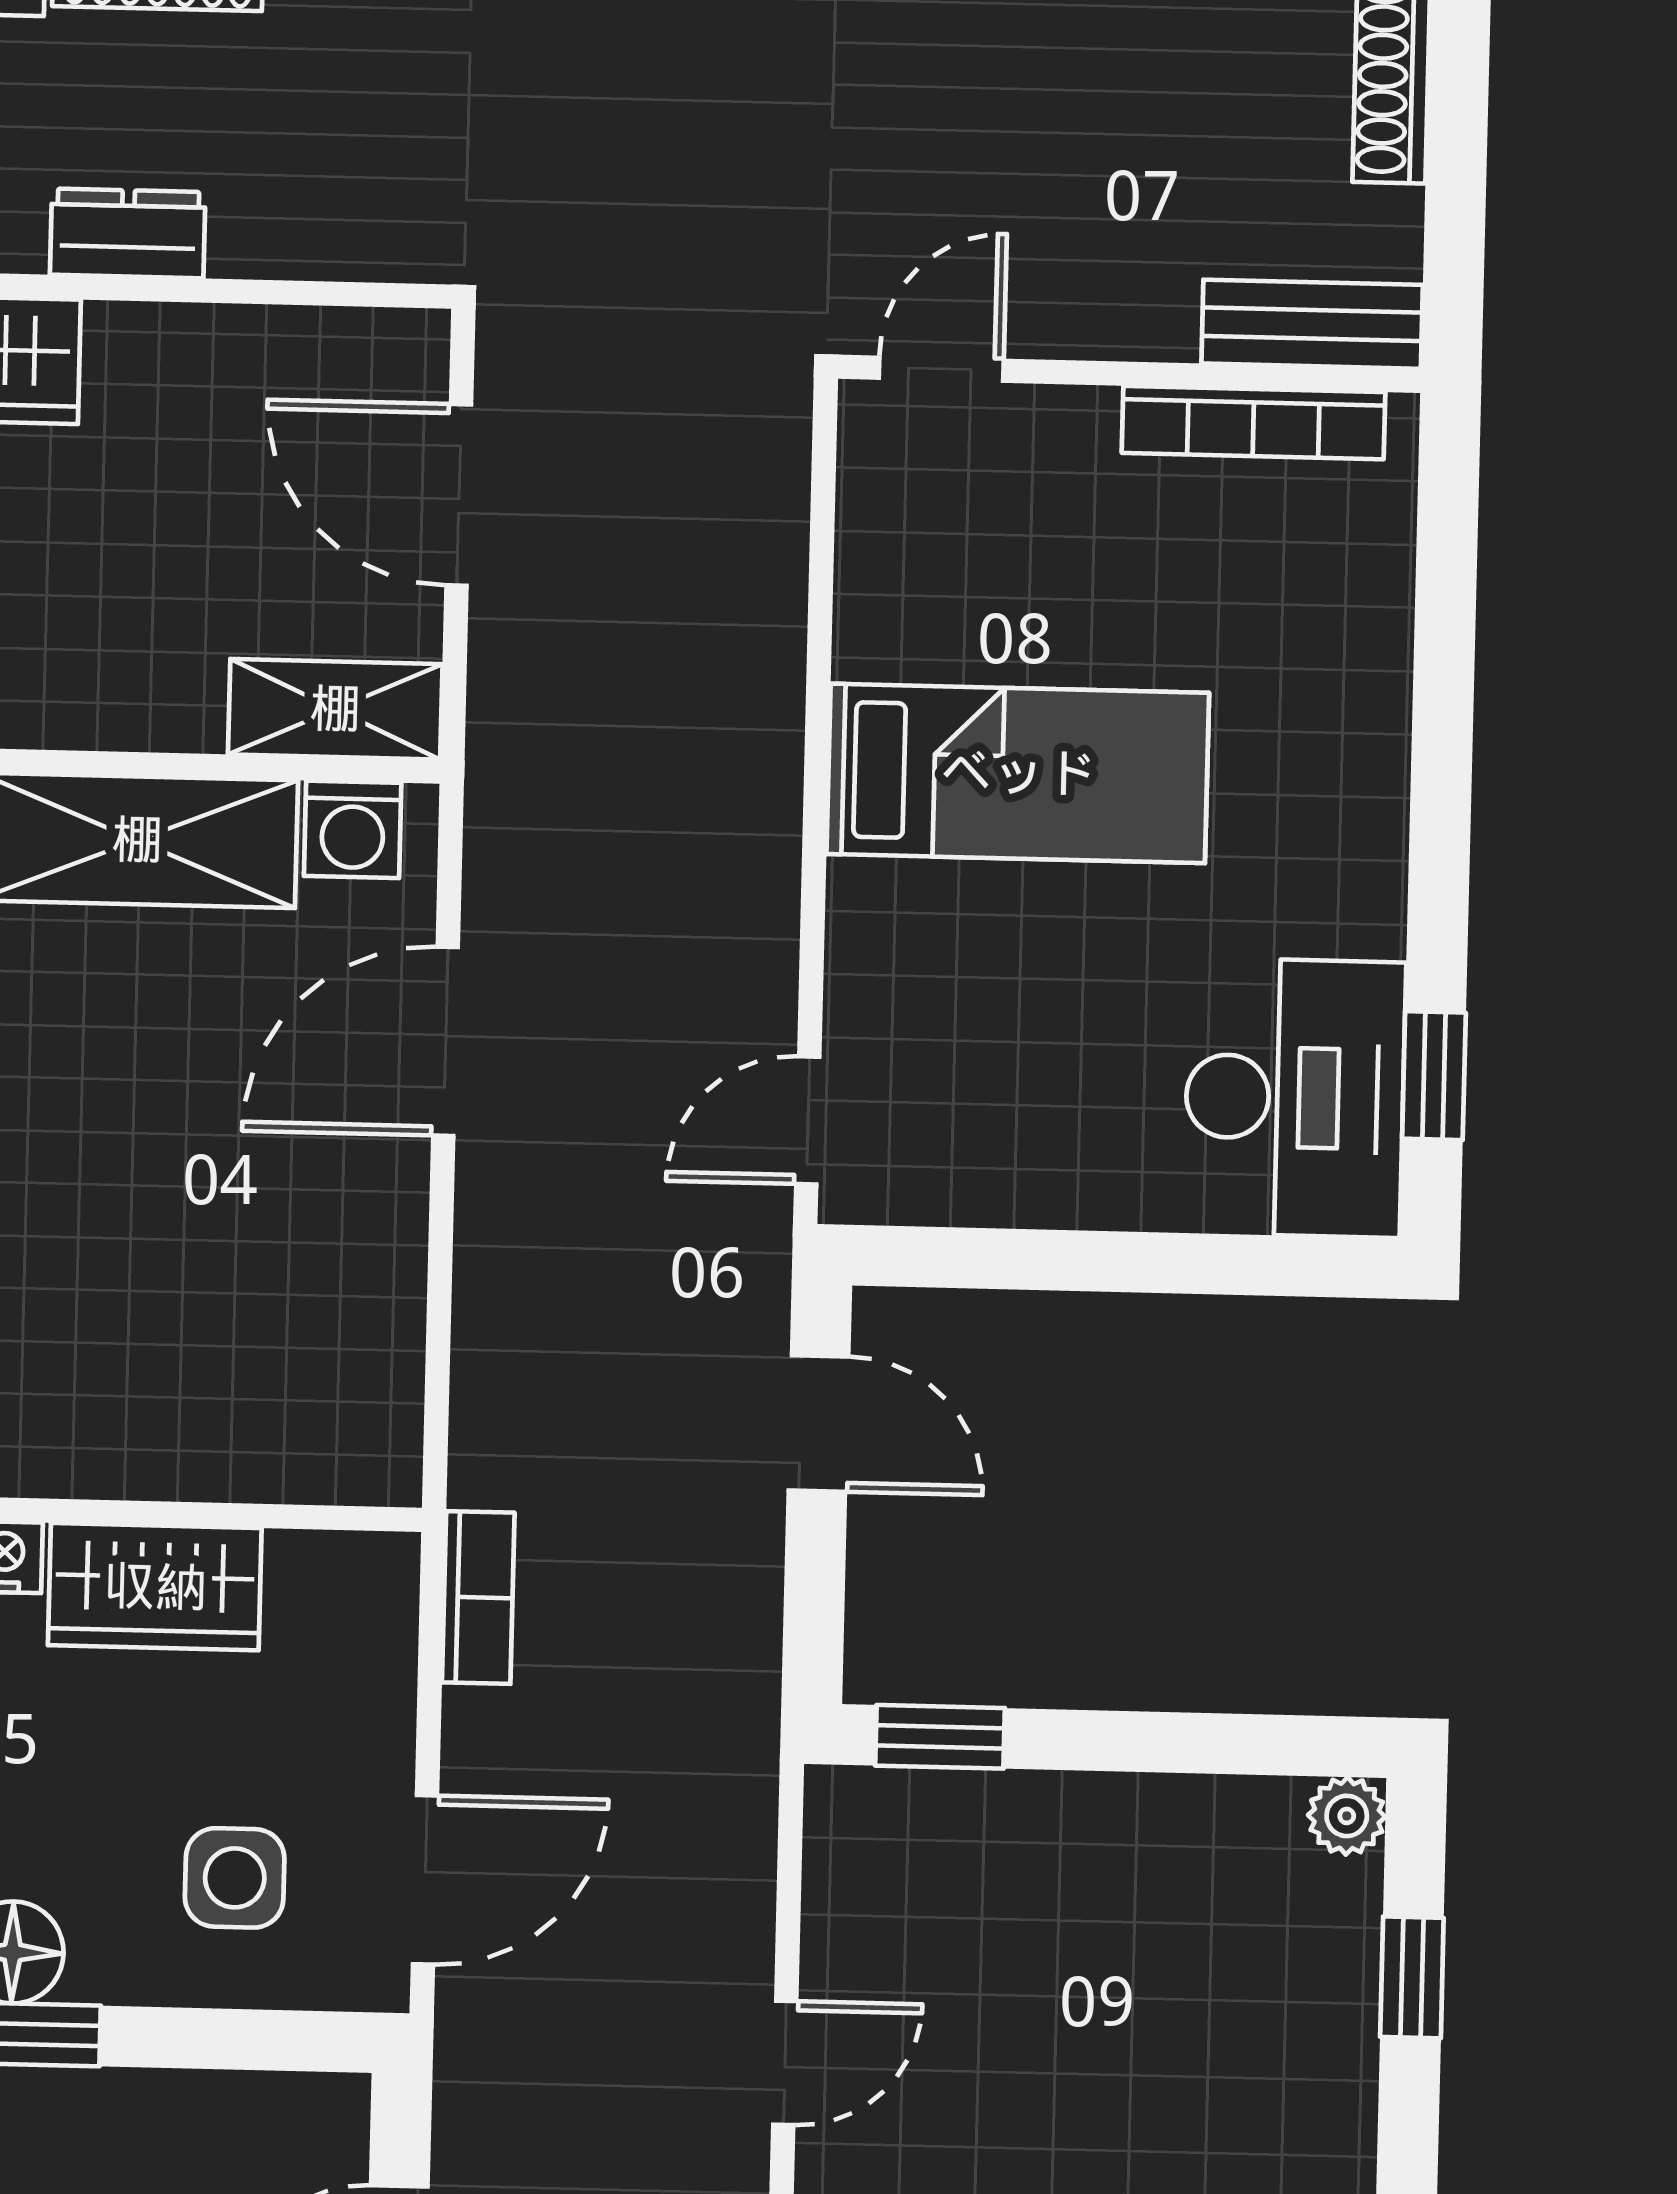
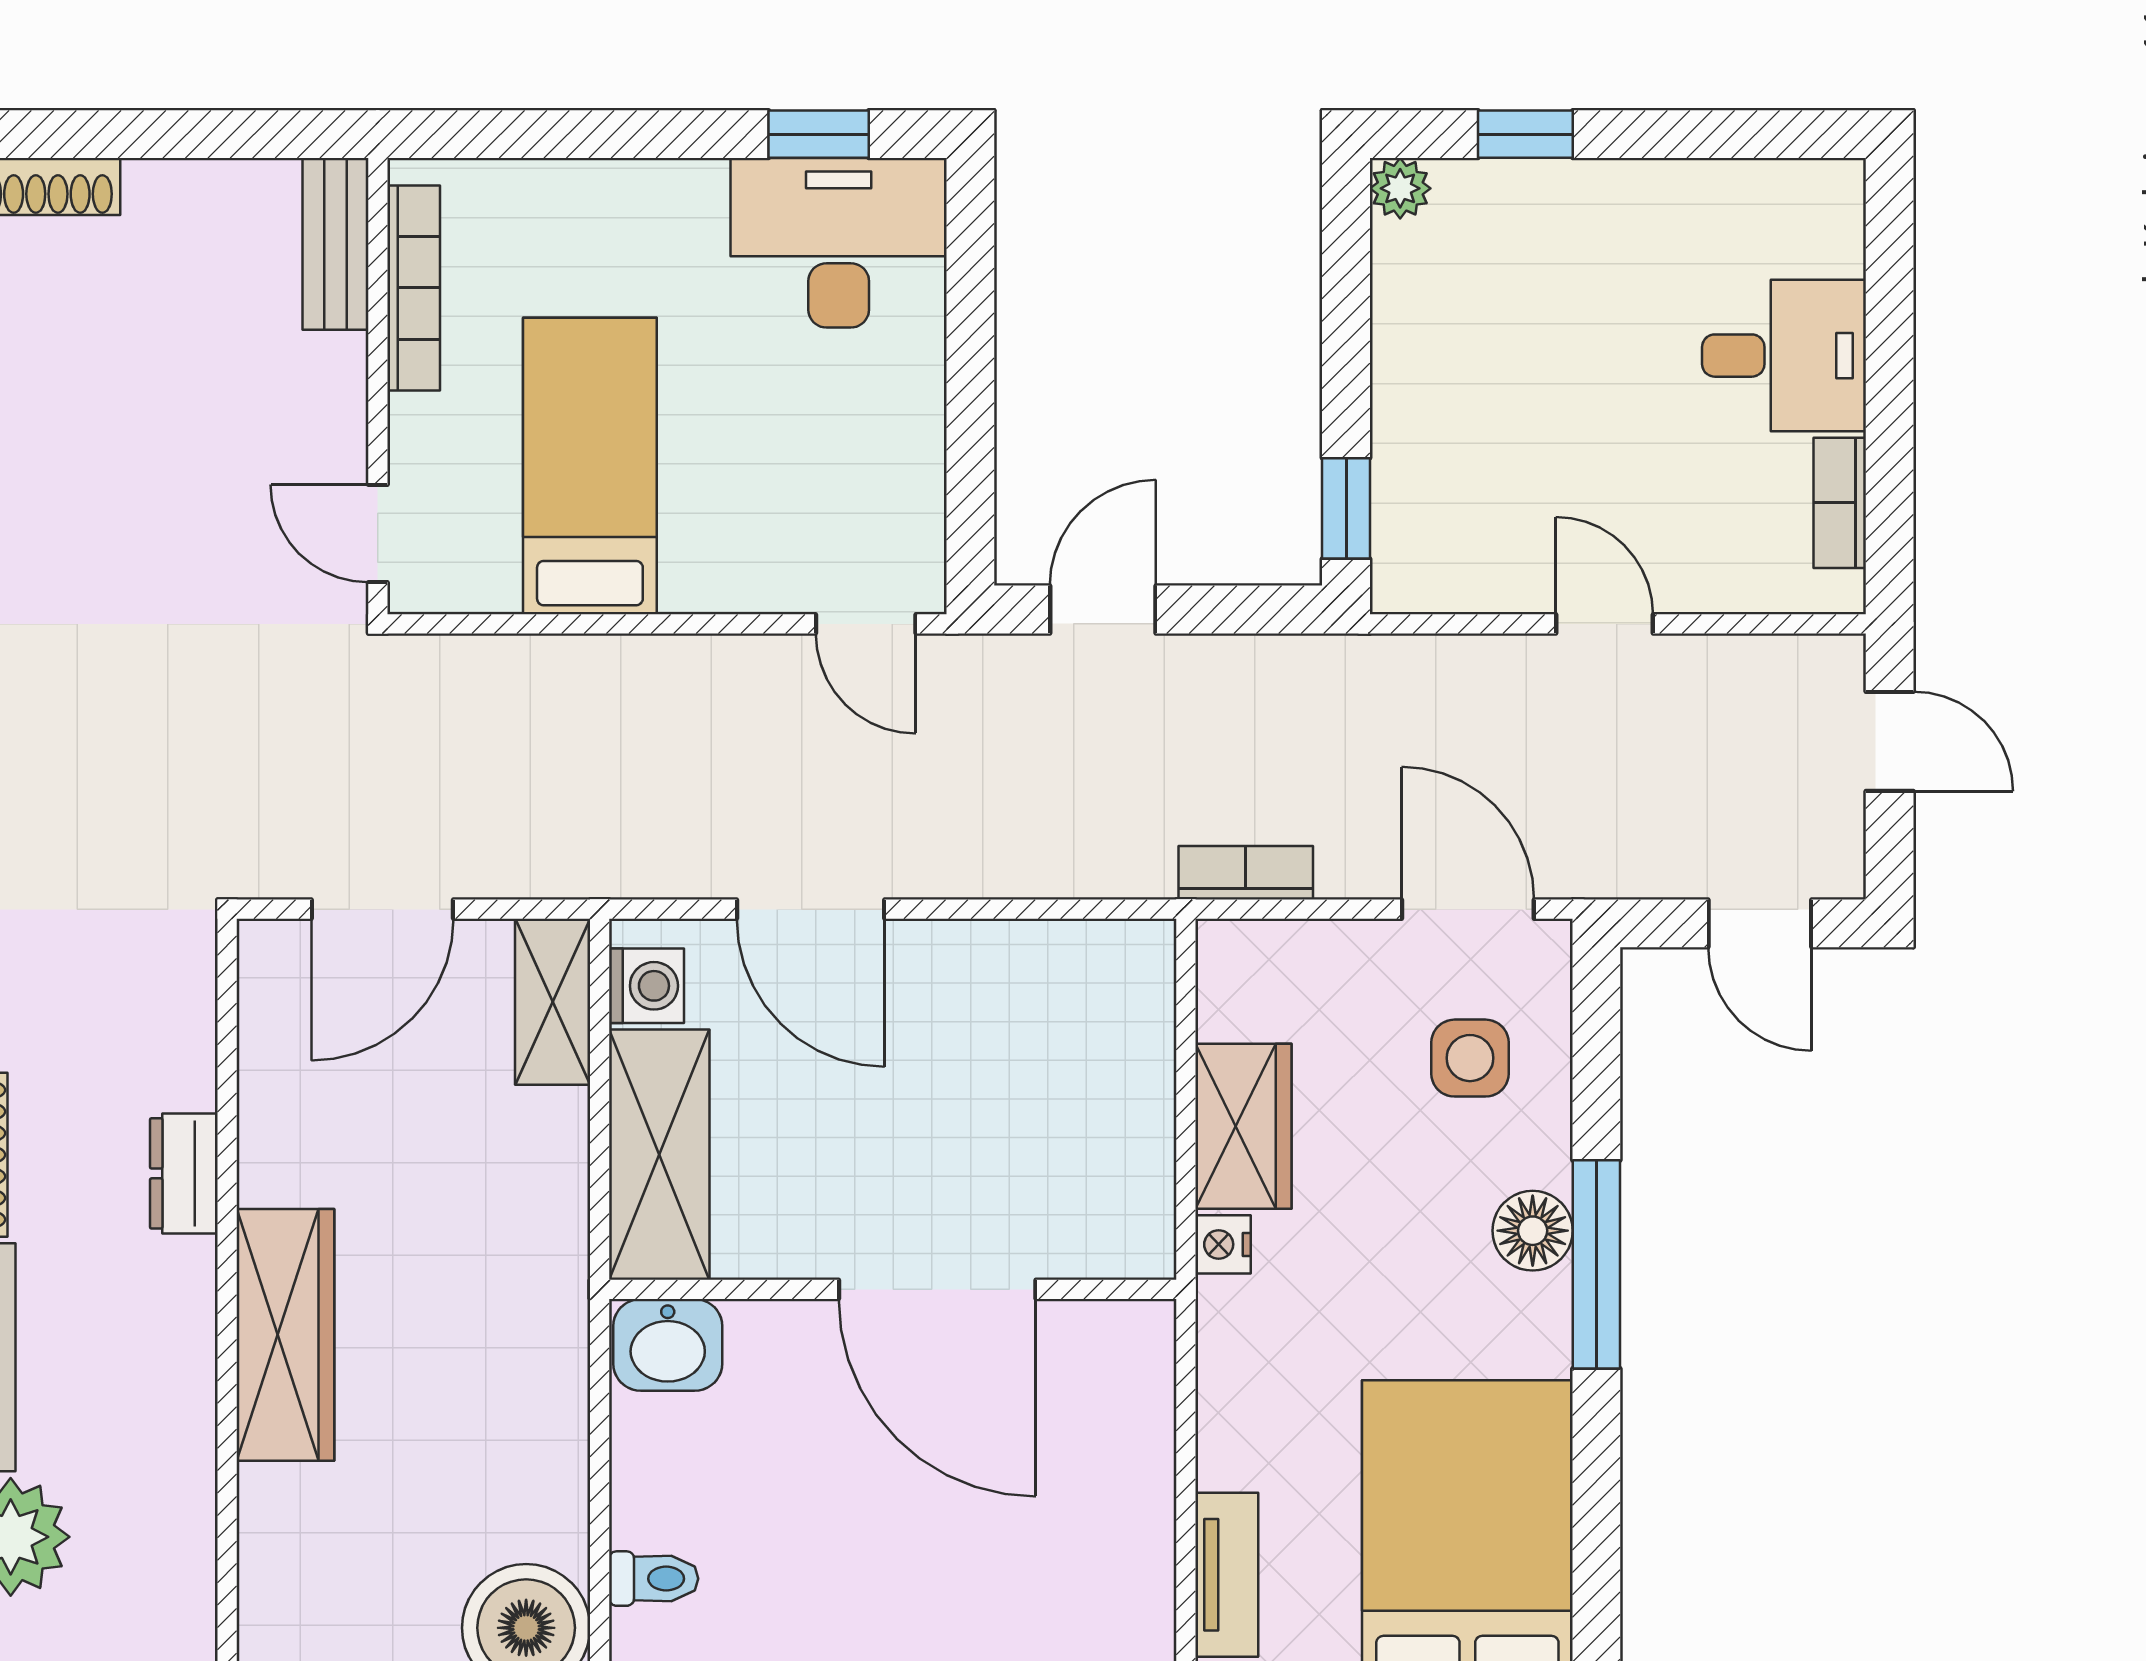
bench: (1312, 324) -> (335, 244), moved
door: (941, 369) -> (378, 534), moved
wall: (1129, 374) -> (378, 386), moved
bookcase: (1253, 423) -> (414, 288), moved

